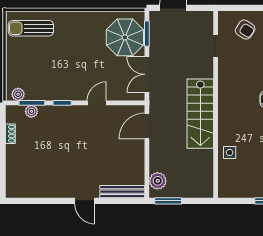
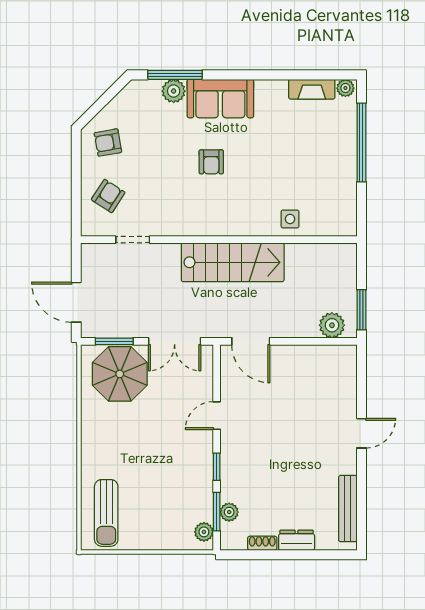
door: (97, 103) -> (217, 416), hinge flipped
dresser: (12, 157) -> (297, 540), added
bench: (122, 192) -> (348, 509), moved

